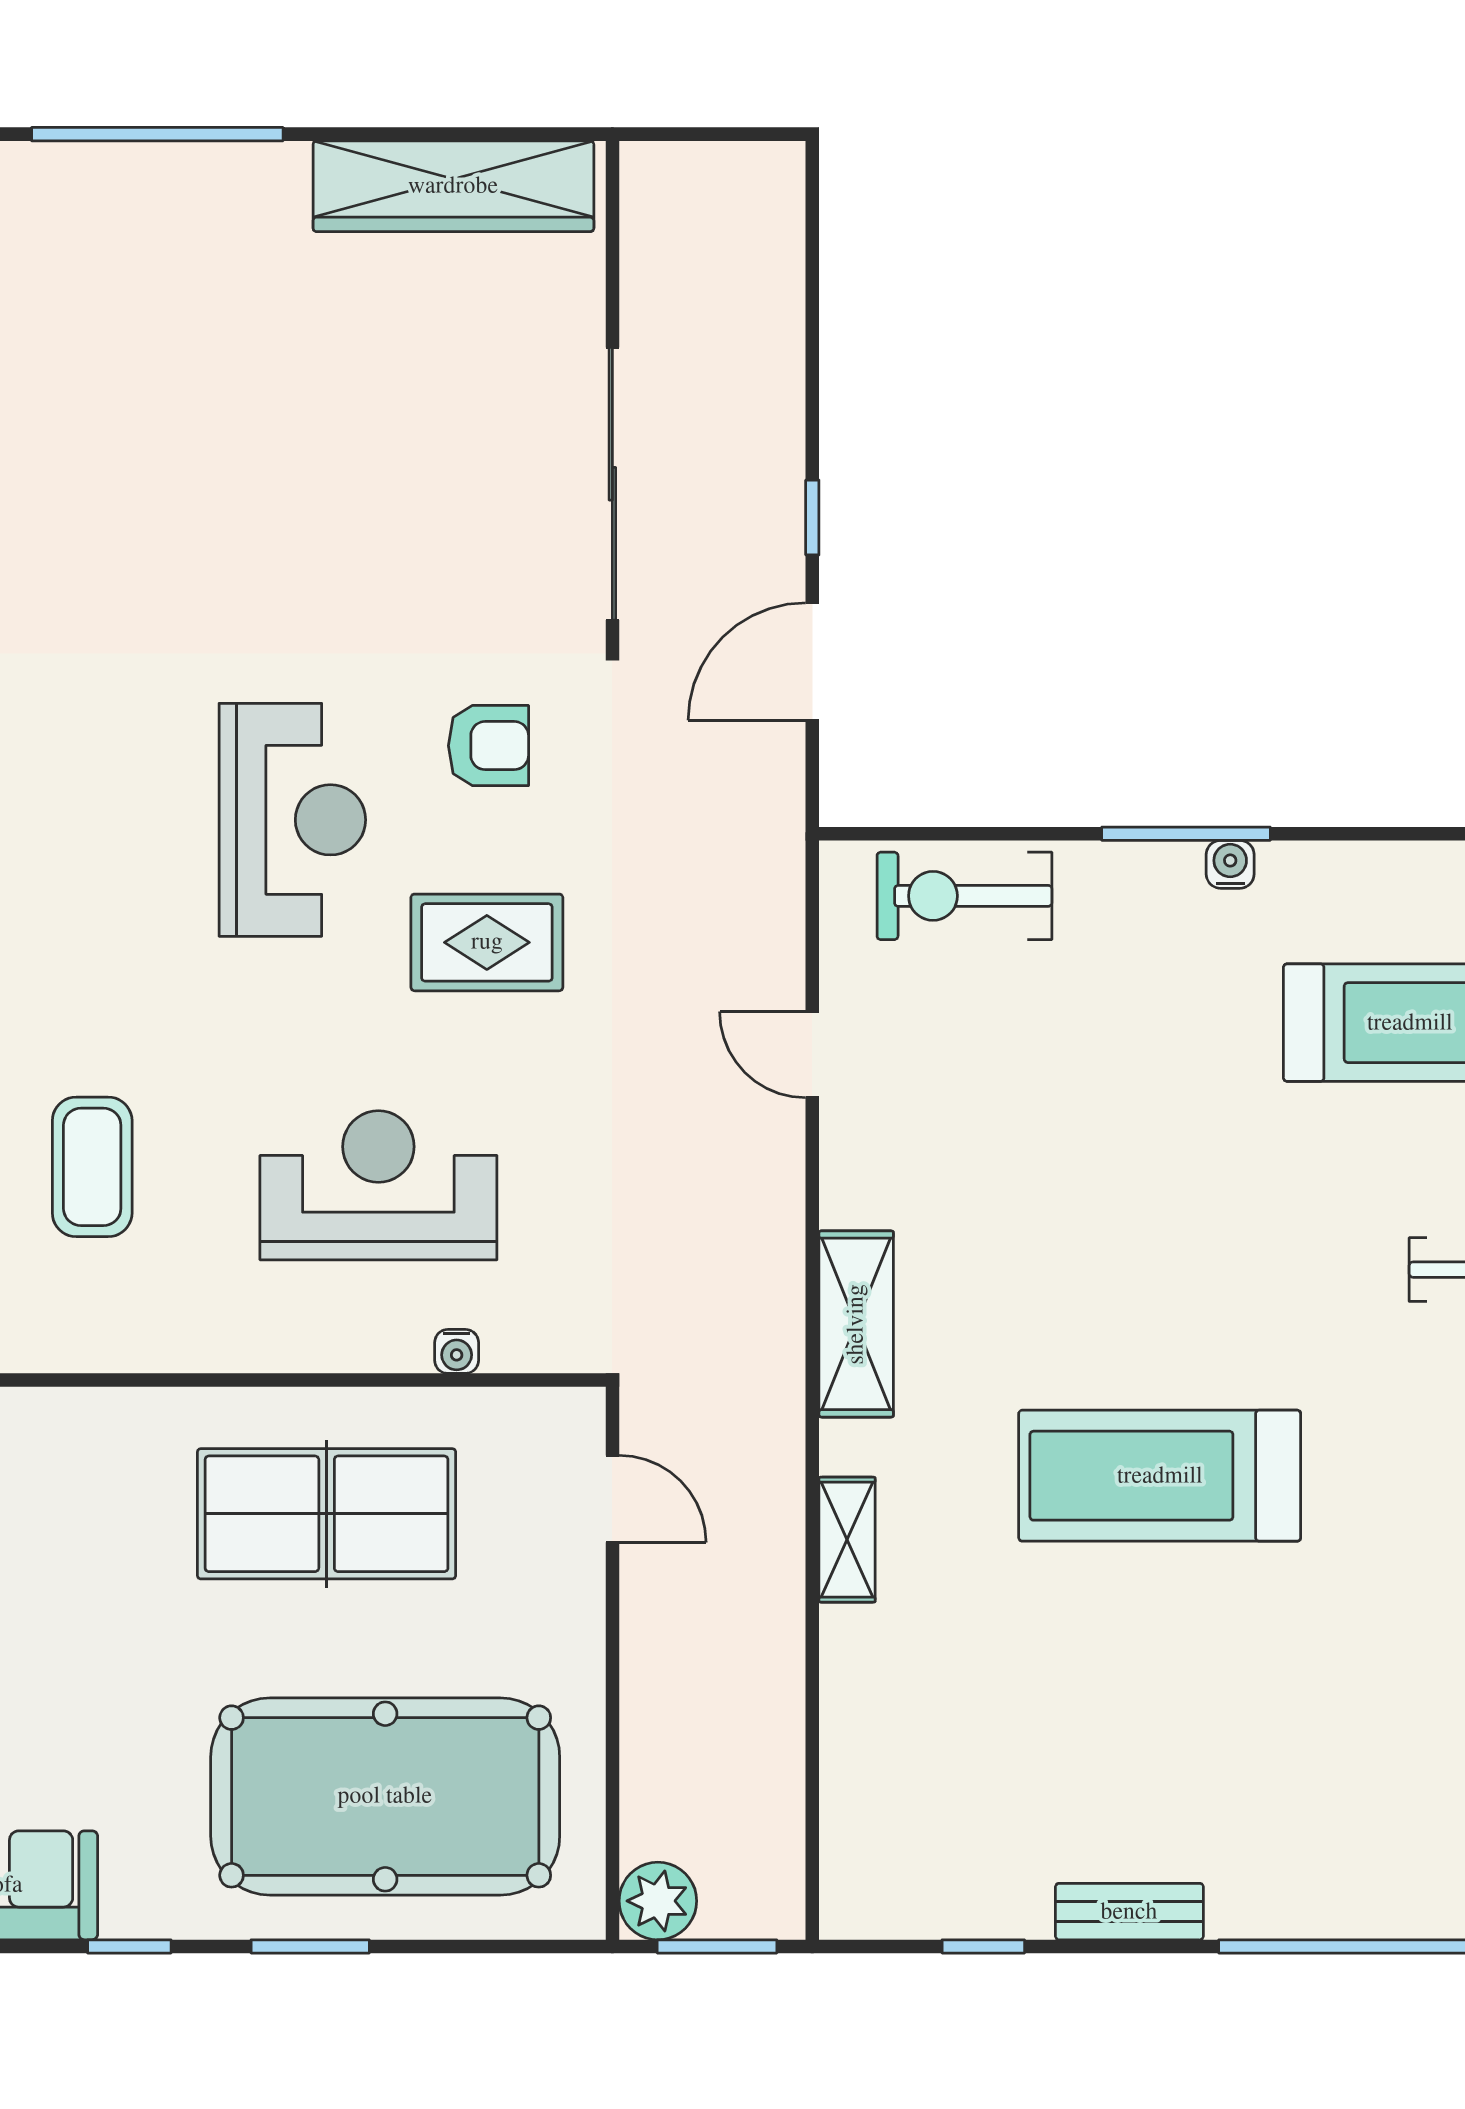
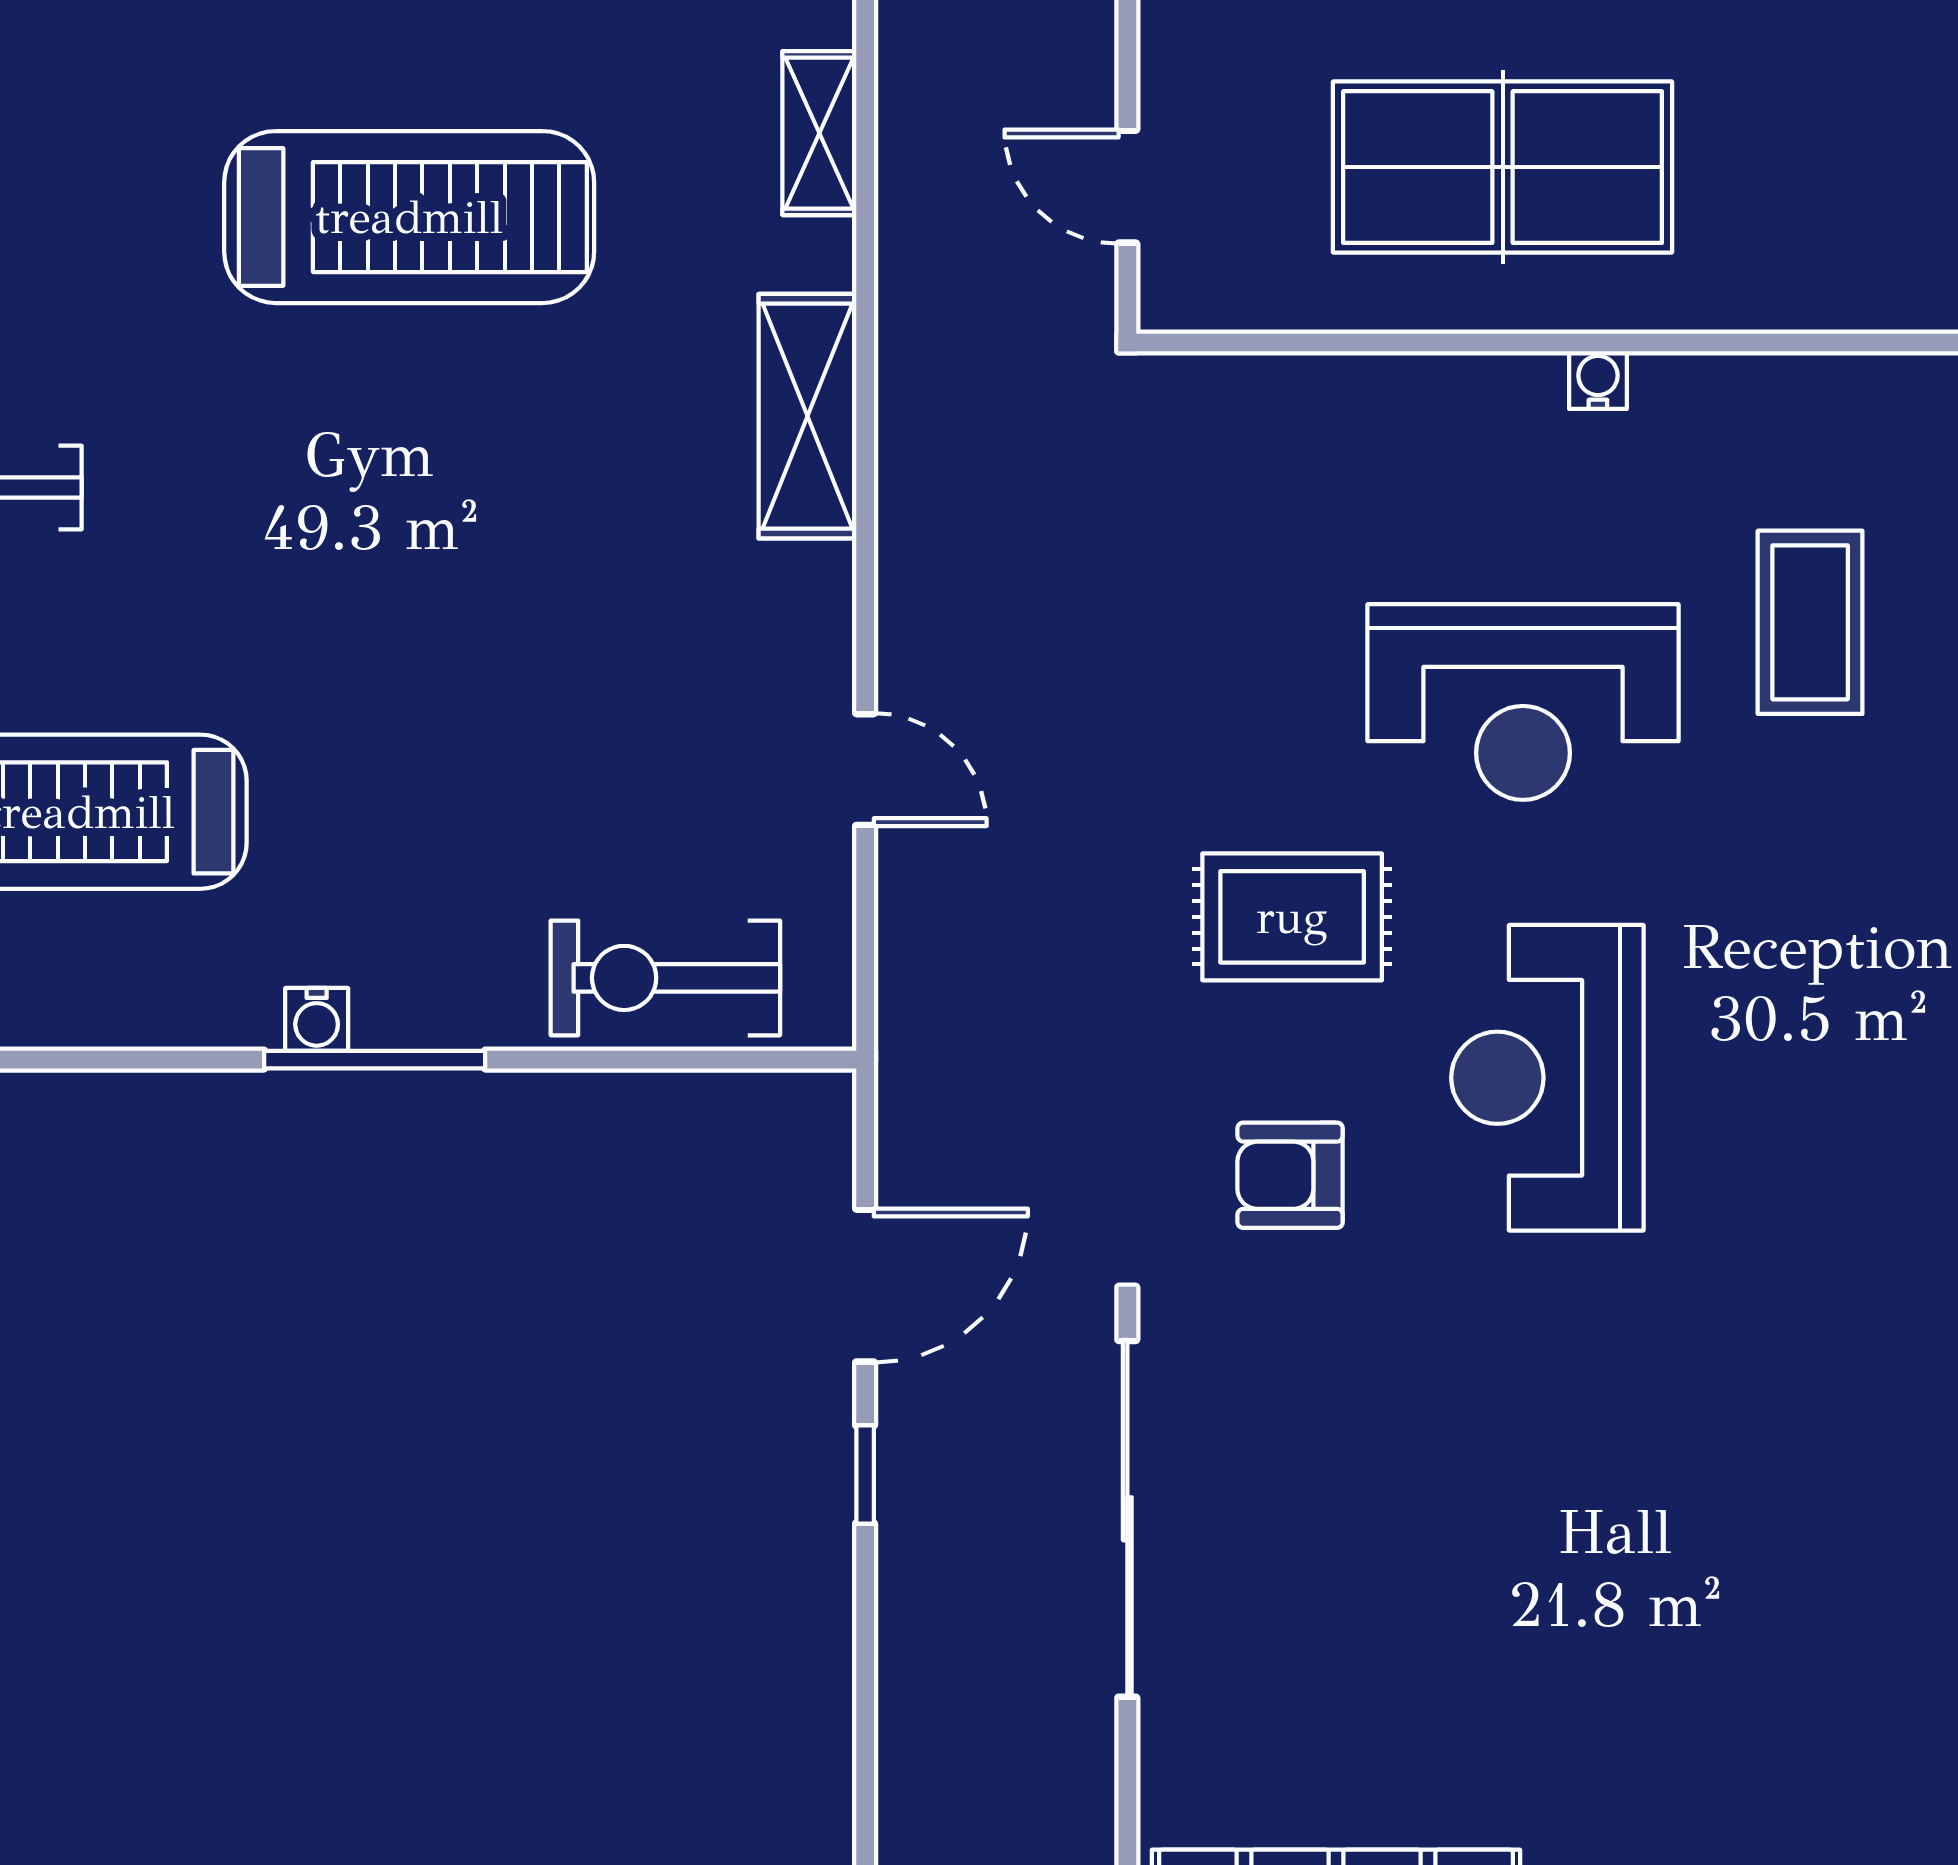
exercise bike: (964, 896) -> (665, 978), turned 180
reception desk: (378, 1185) -> (1523, 702), moved
water cooler: (457, 1351) -> (1598, 380), moved

